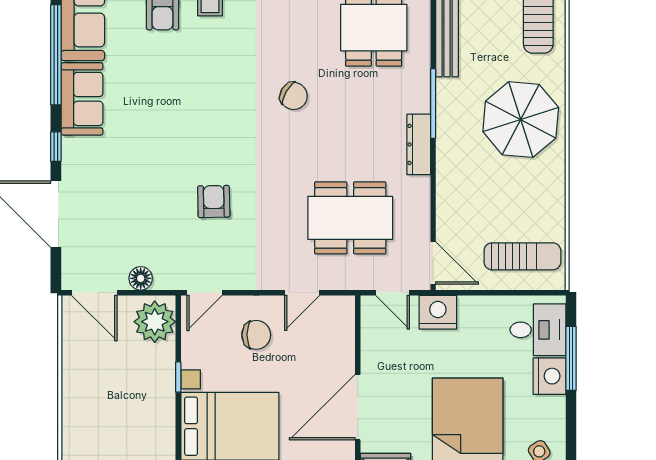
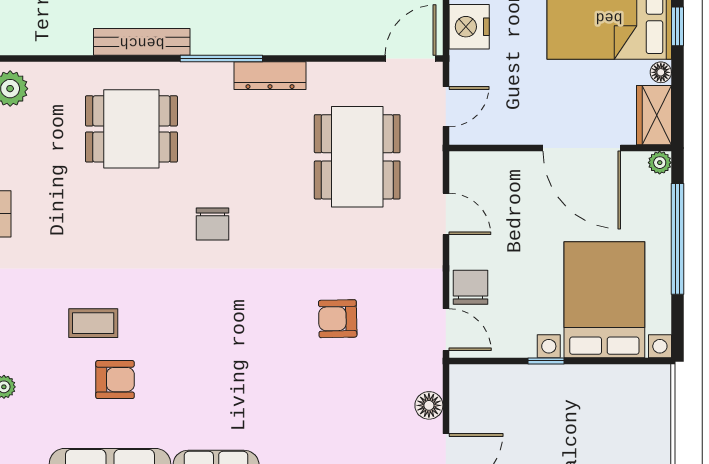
chair: (294, 96) -> (213, 224), turned 150
nightstand: (438, 312) -> (469, 27), moved
plant: (155, 322) -> (480, 389), removed
chair: (256, 335) -> (470, 287), moved

